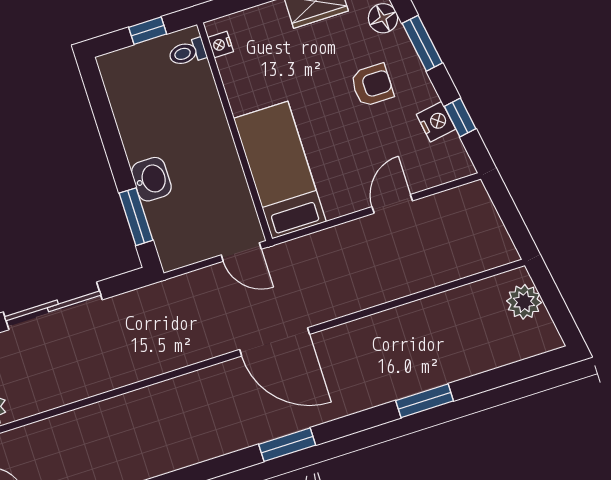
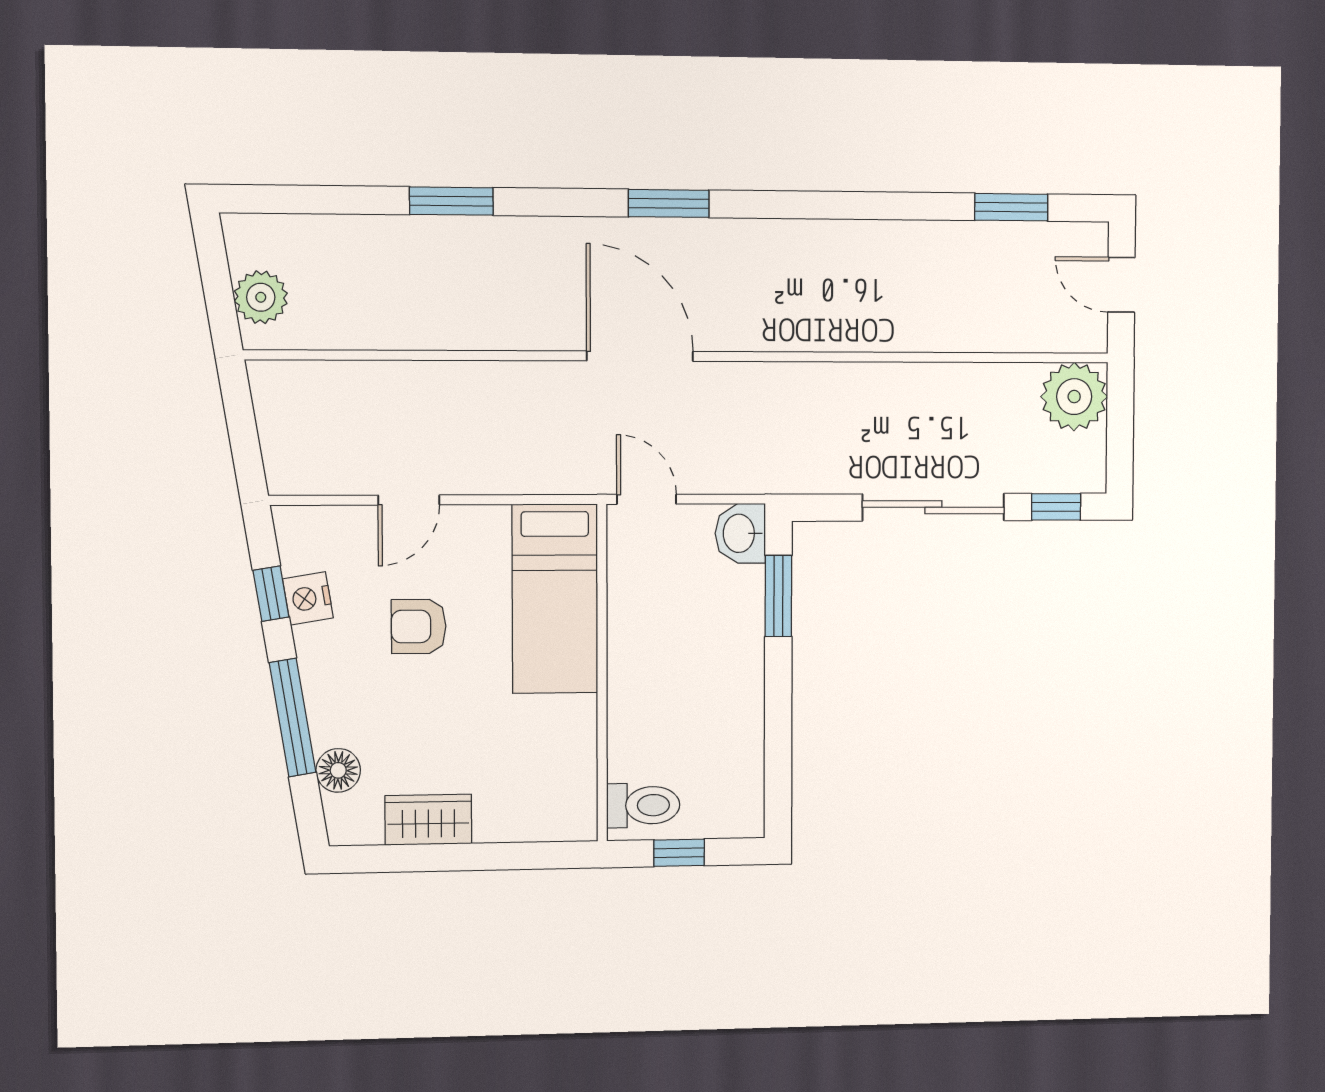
window: (422, 43) -> (293, 718), width x1.44
nightstand: (221, 44) -> (583, 803), removed
toilet: (187, 52) -> (643, 805), width x1.37, depth x1.39
armchair: (372, 85) -> (419, 626), moved
washbasin: (151, 179) -> (740, 533), moved

